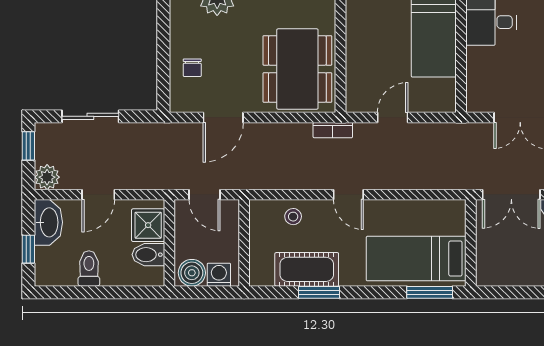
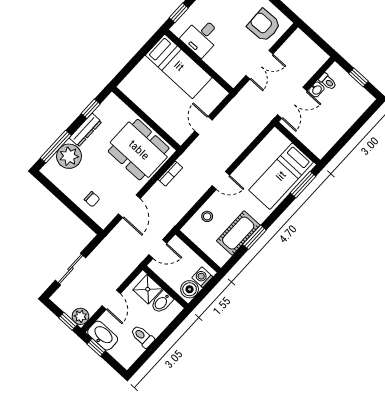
bookcase: (333, 130) -> (170, 174), moved
window: (28, 146) -> (68, 321), moved
window: (28, 249) -> (96, 347), moved

